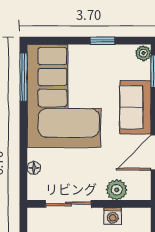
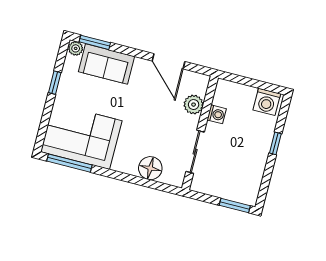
corner sofa: (64, 96) -> (81, 136), width x0.73, depth x0.74
sofa: (135, 107) -> (106, 64), moved
floor lamp: (34, 168) -> (150, 168), width x1.89, depth x1.89

